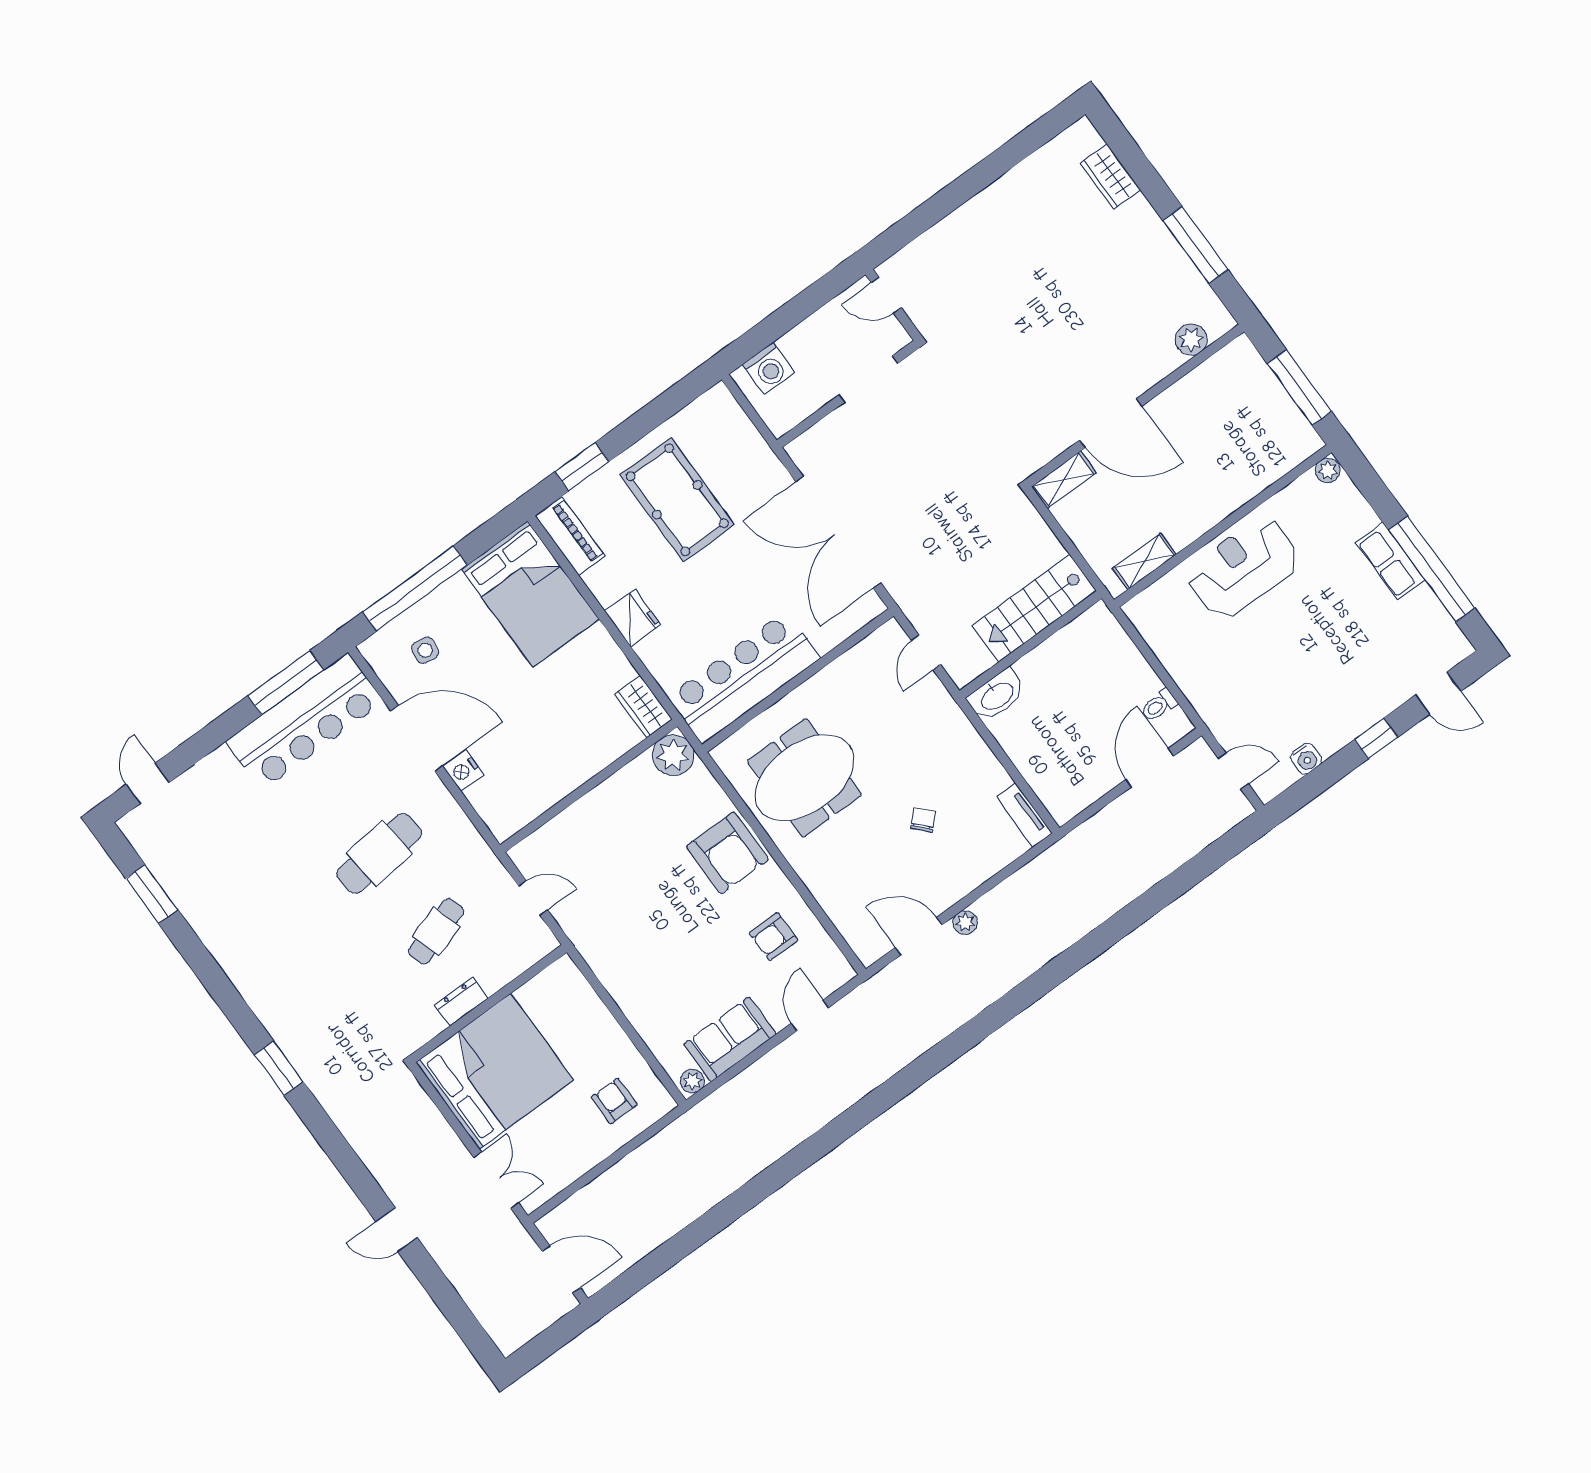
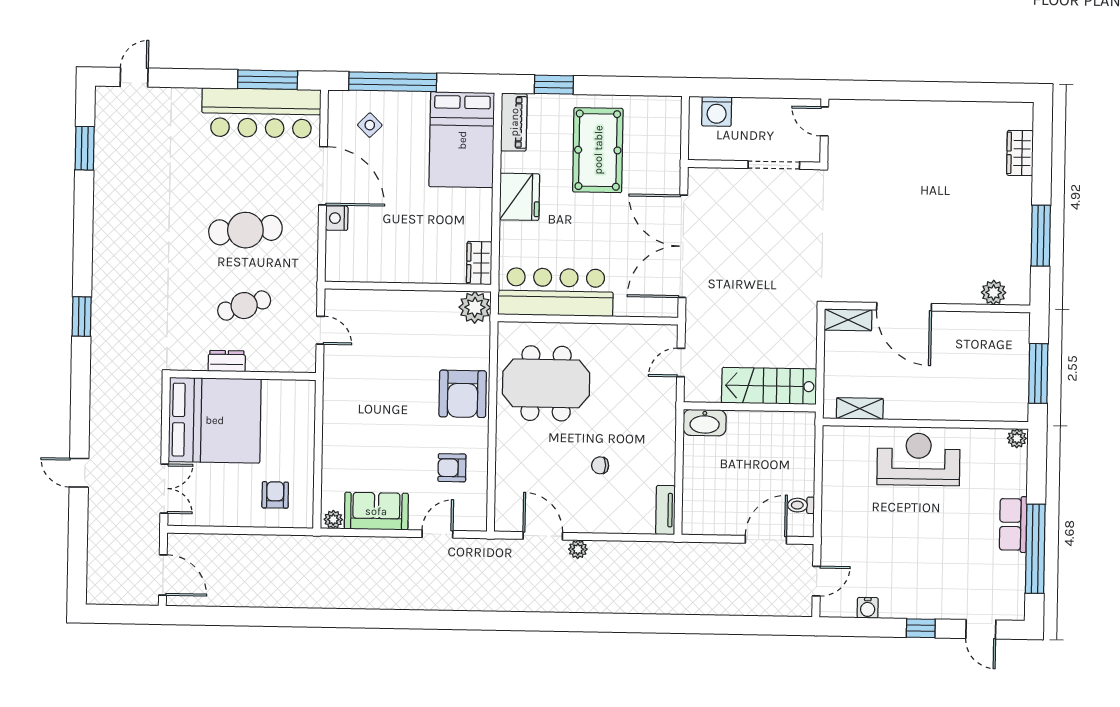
fridge: (633, 618) -> (519, 197), width x1.36, depth x1.34
side table: (425, 650) -> (370, 125), turned 37
door: (1233, 771) -> (816, 581), hinge flipped
chair: (923, 820) -> (600, 465), turned -136

